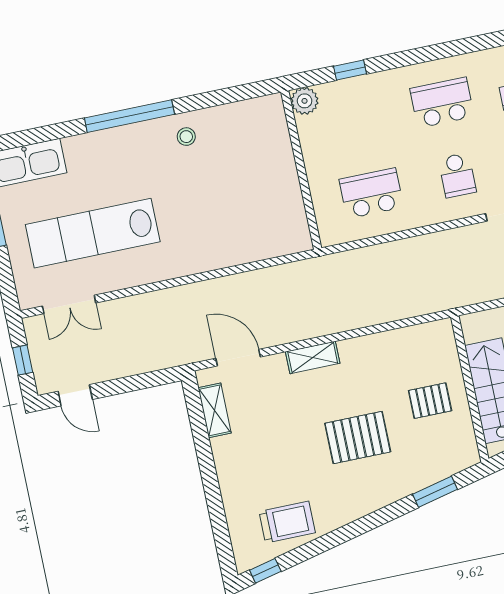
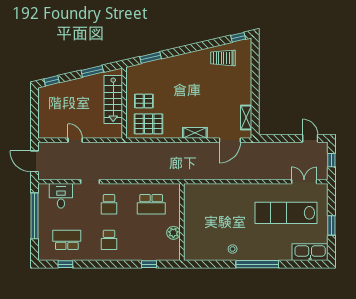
plant: (305, 101) -> (173, 233), moved
school desk: (442, 103) -> (109, 240), width x0.54
school desk: (457, 175) -> (109, 204), turned 180
lab bench: (93, 233) -> (286, 213), turned 180
door: (238, 358) -> (230, 140), hinge flipped
pallet: (358, 438) -> (149, 124), moved

